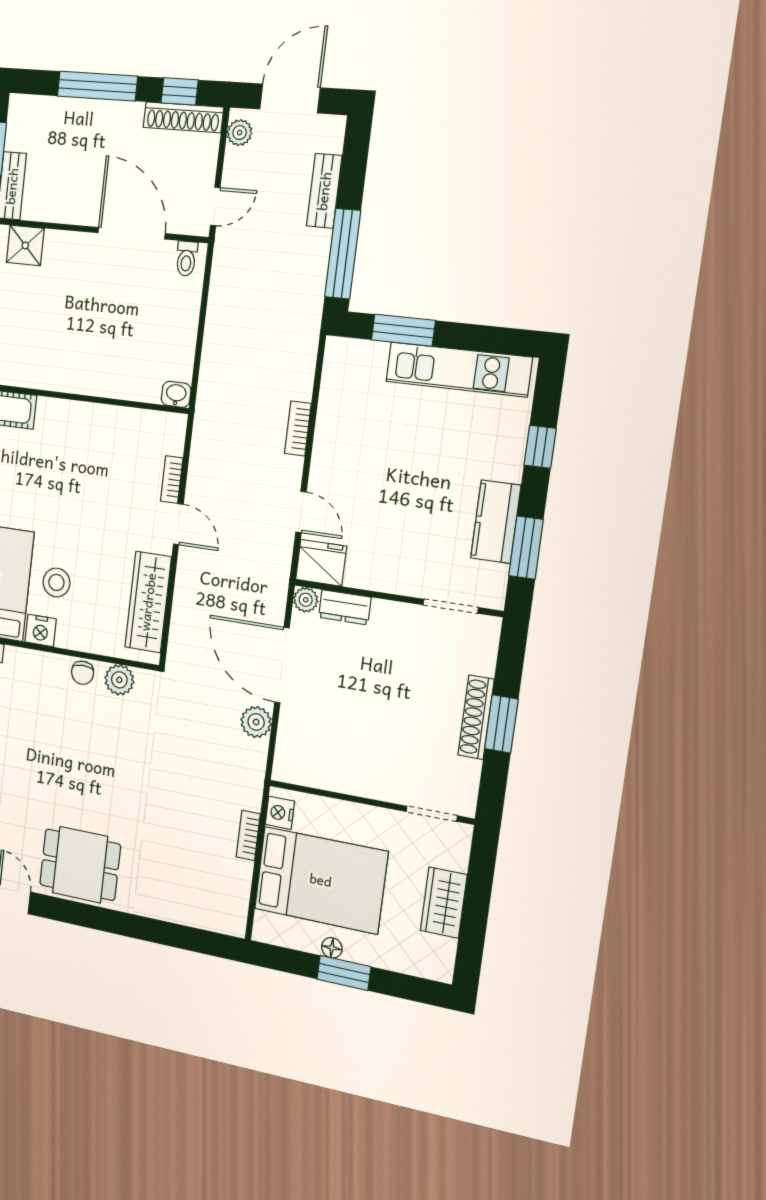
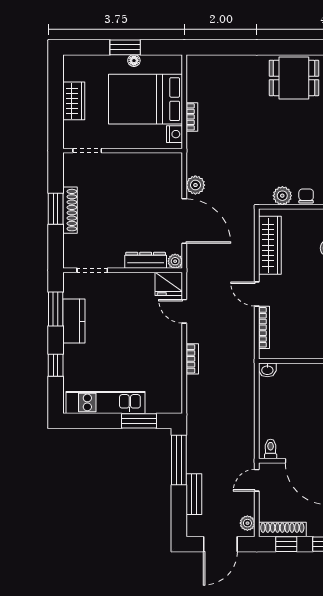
bookcase: (172, 480) -> (264, 327), width x1.56
dresser: (345, 607) -> (146, 260), width x1.44

